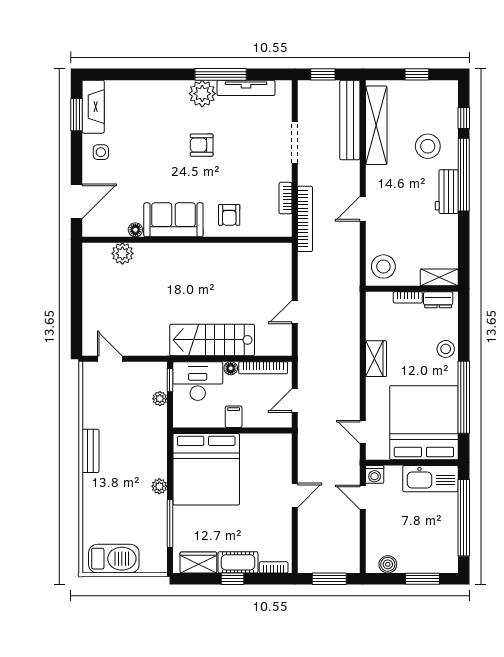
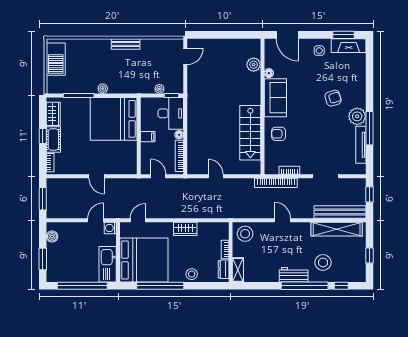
armchair: (202, 145) -> (333, 98), moved, turned 73
stairs: (212, 340) -> (250, 133), moved, turned 180

